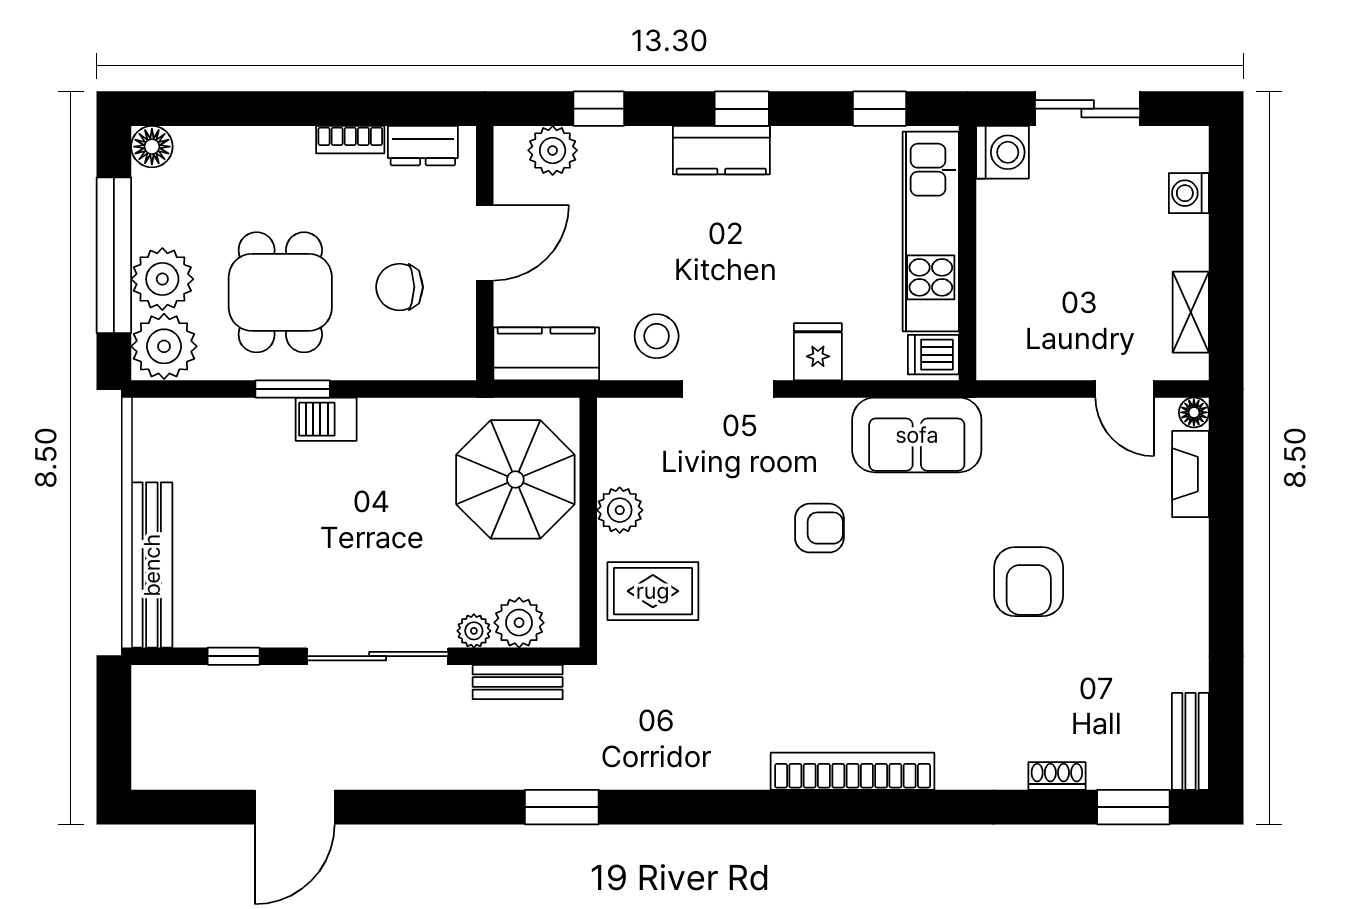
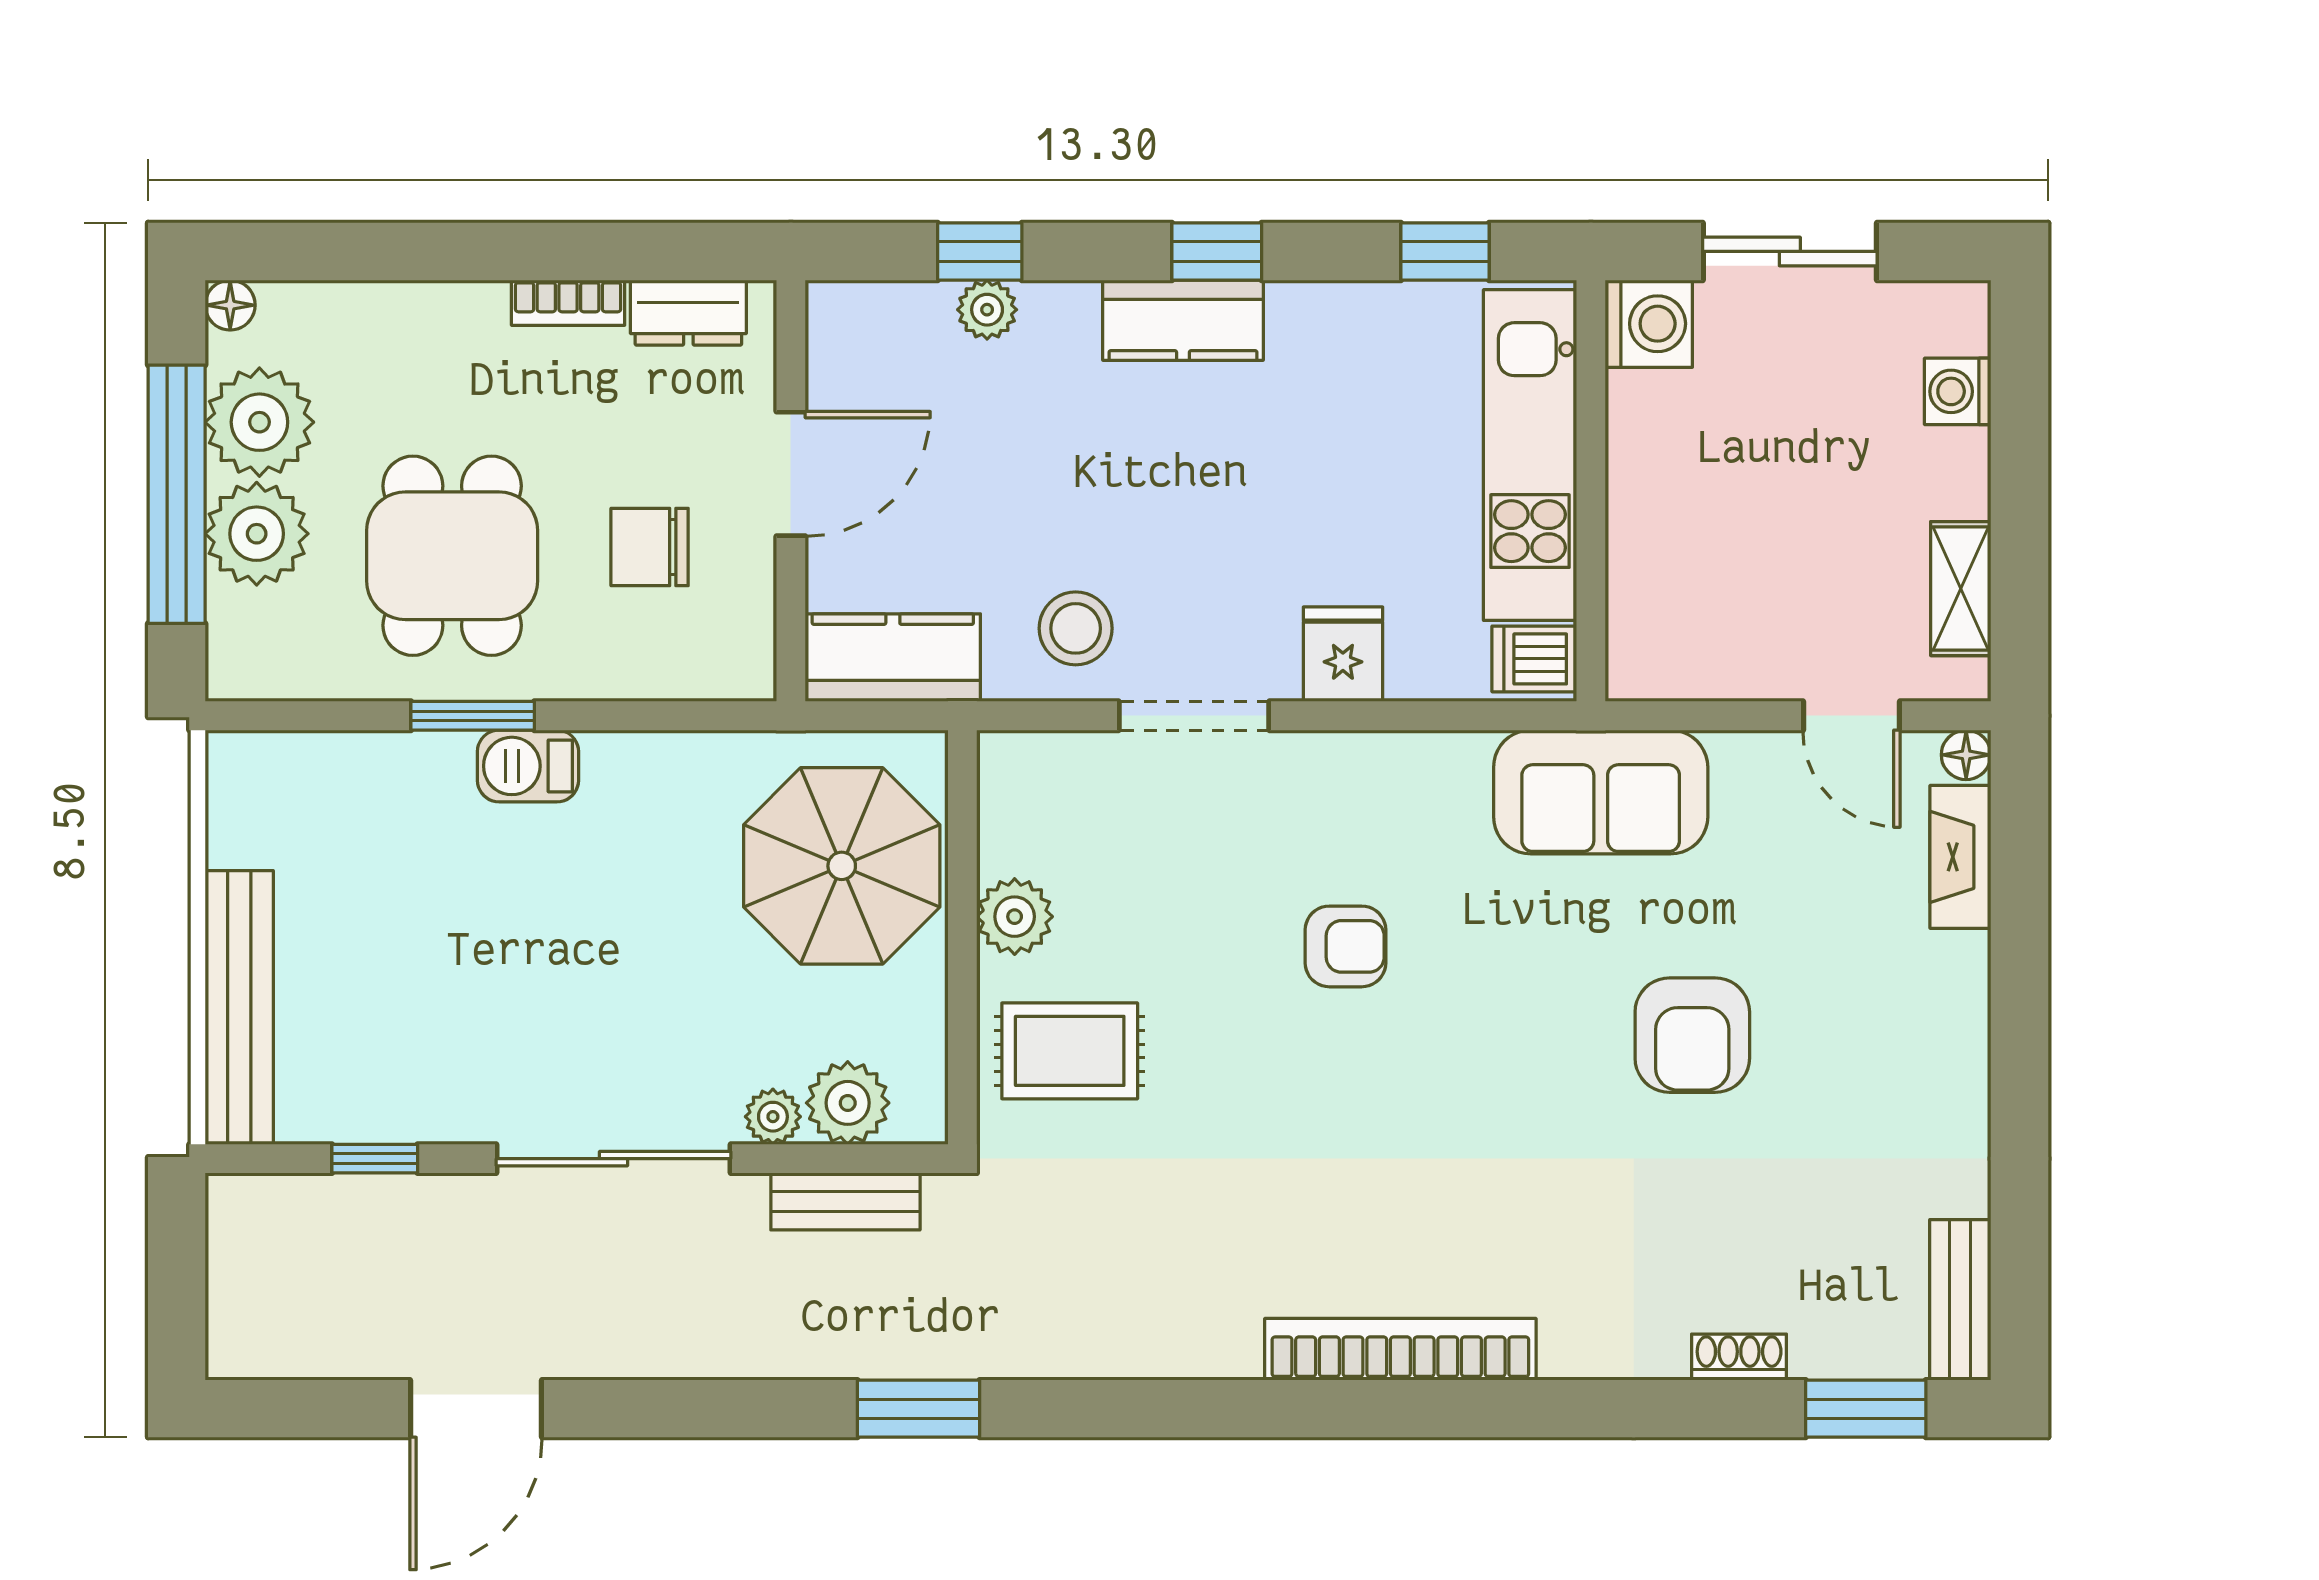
floor lamp: (152, 147) -> (230, 305), width x0.73, depth x0.73
plant: (553, 150) -> (987, 310), moved, width x0.73, depth x0.73
plant: (164, 346) -> (259, 422), moved
sofa: (917, 435) -> (1601, 792), moved

